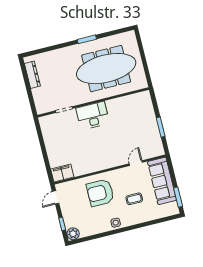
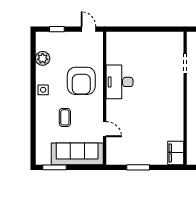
desk: (93, 116) -> (120, 82), moved, turned 180
filing cabinet: (62, 173) -> (176, 153), moved, turned 180
armchair: (100, 193) -> (81, 81), turned 180
plant: (73, 234) -> (43, 58), moved

